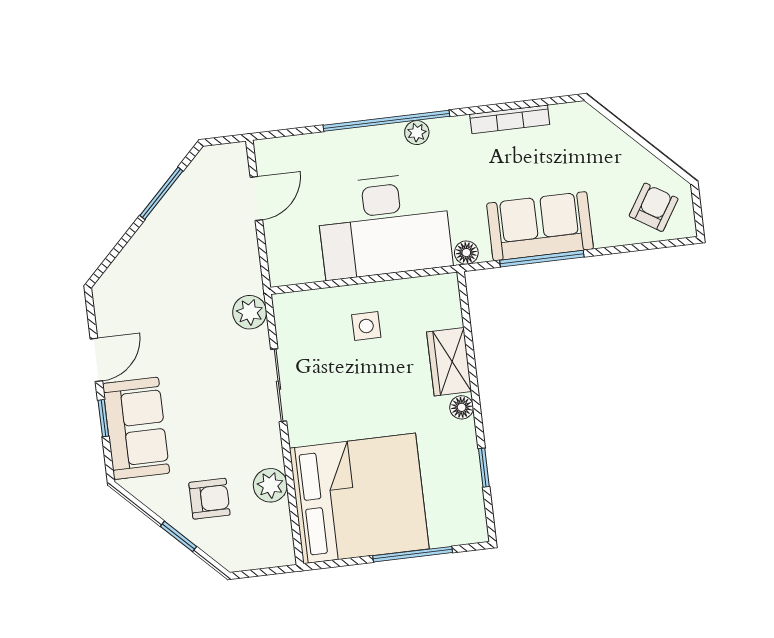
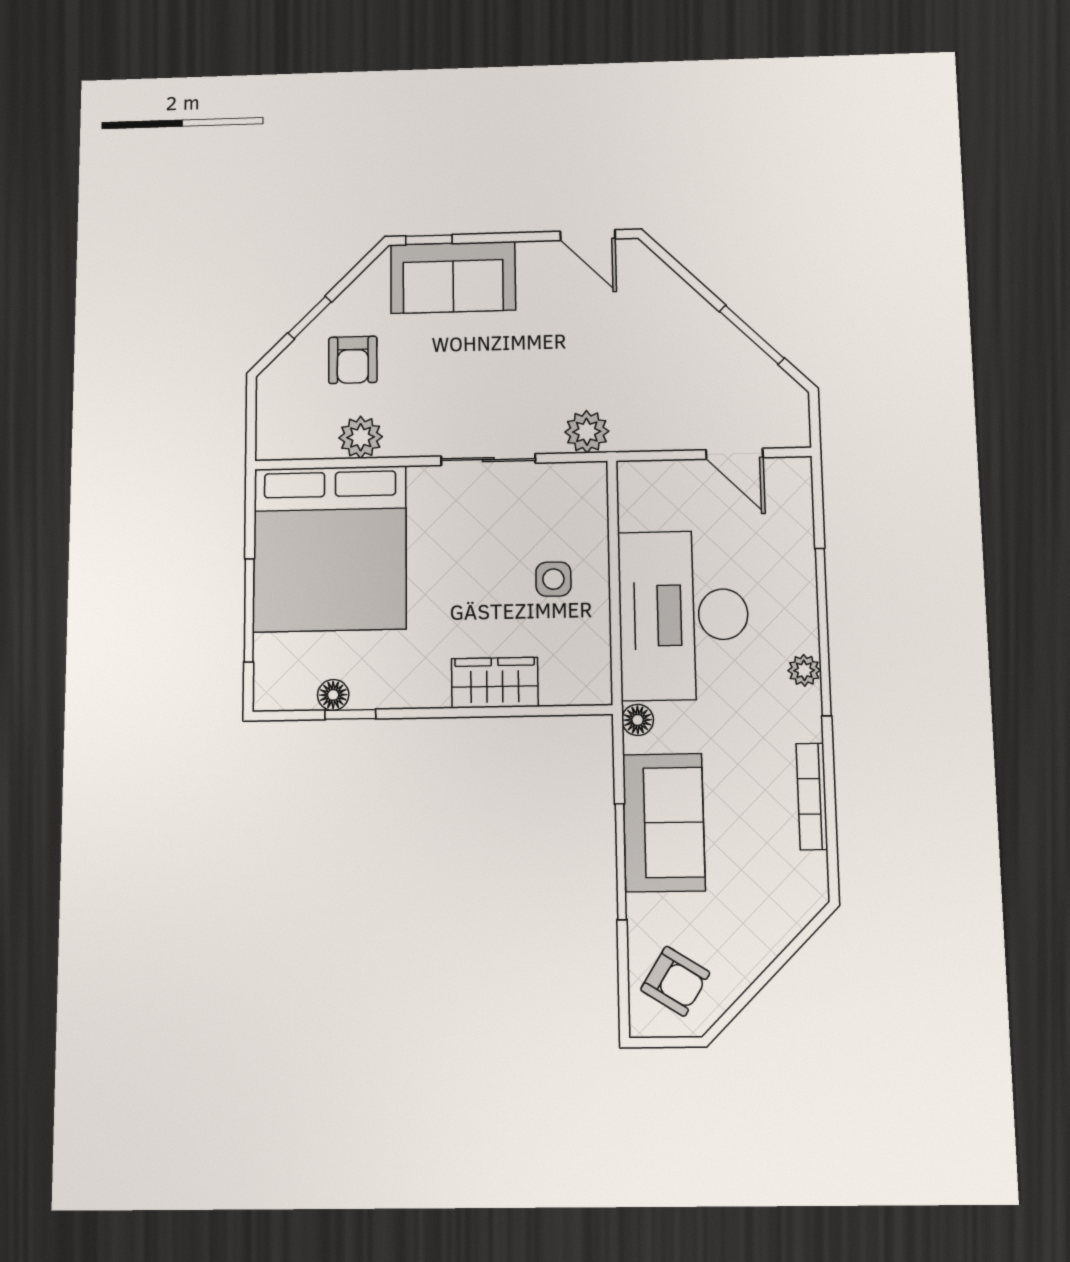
window: (542, 259) -> (621, 862), moved
door: (96, 360) -> (588, 235), moved
floor lamp: (462, 407) -> (333, 695), moved
window: (103, 418) -> (429, 240), moved

